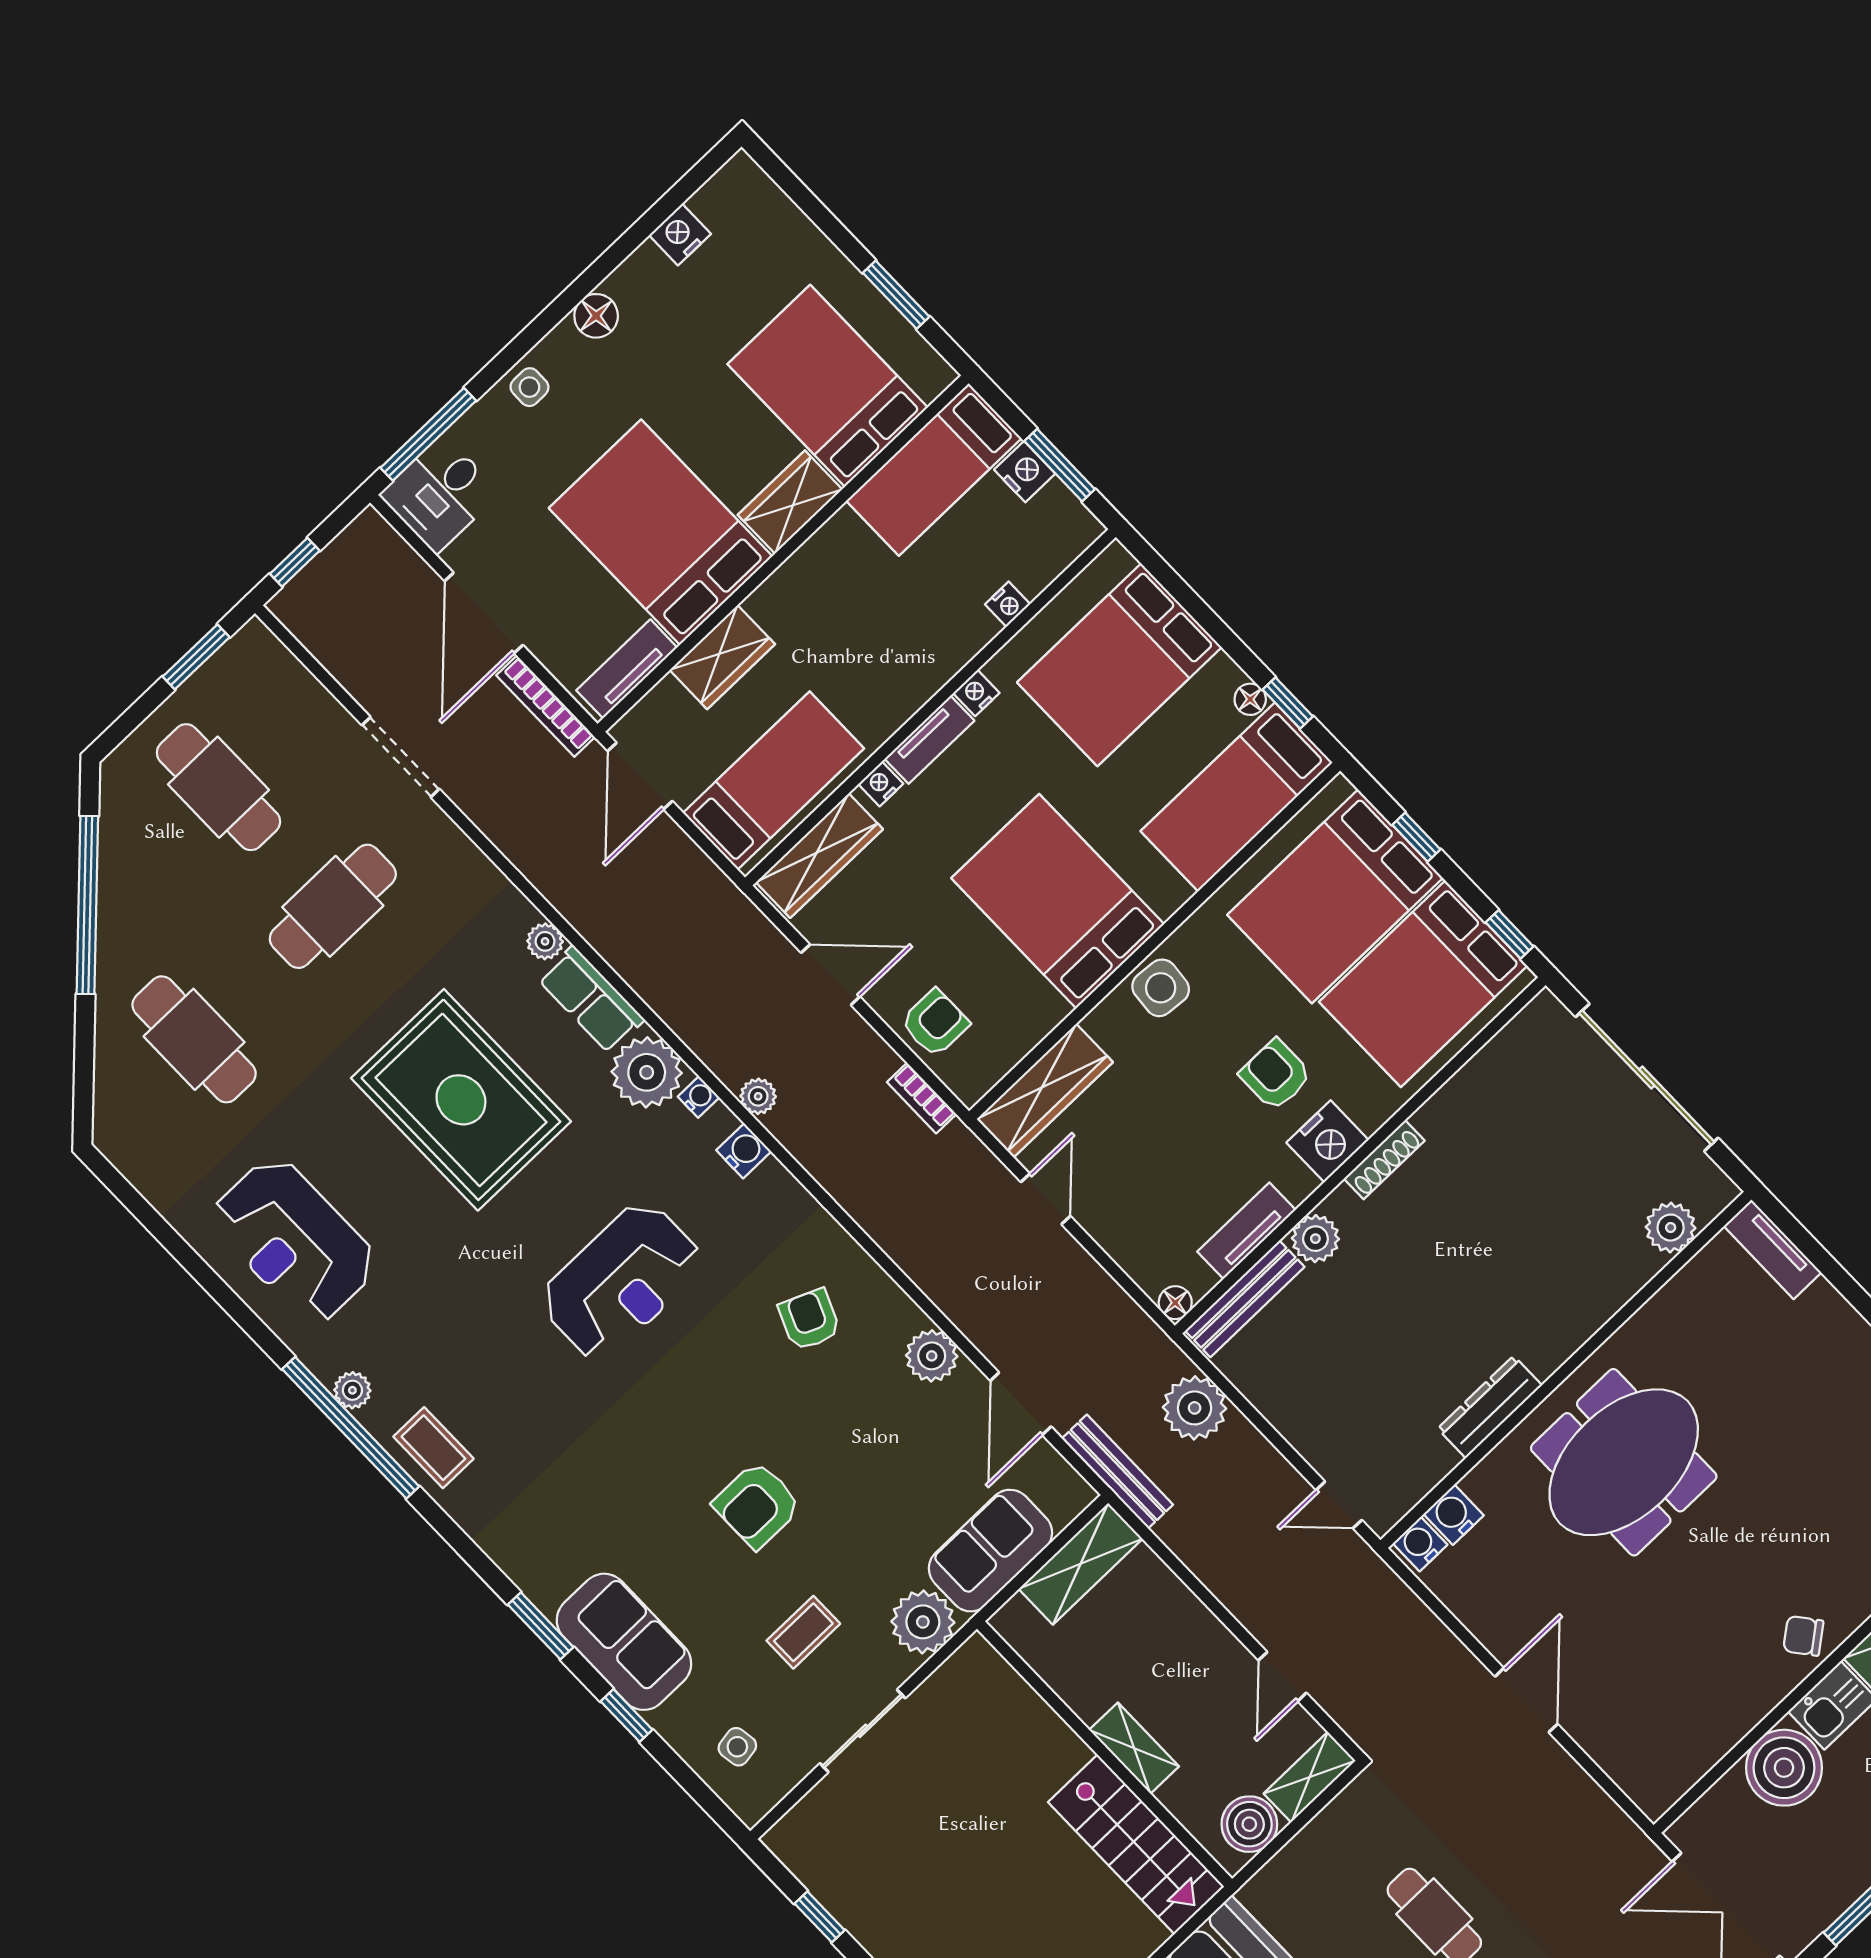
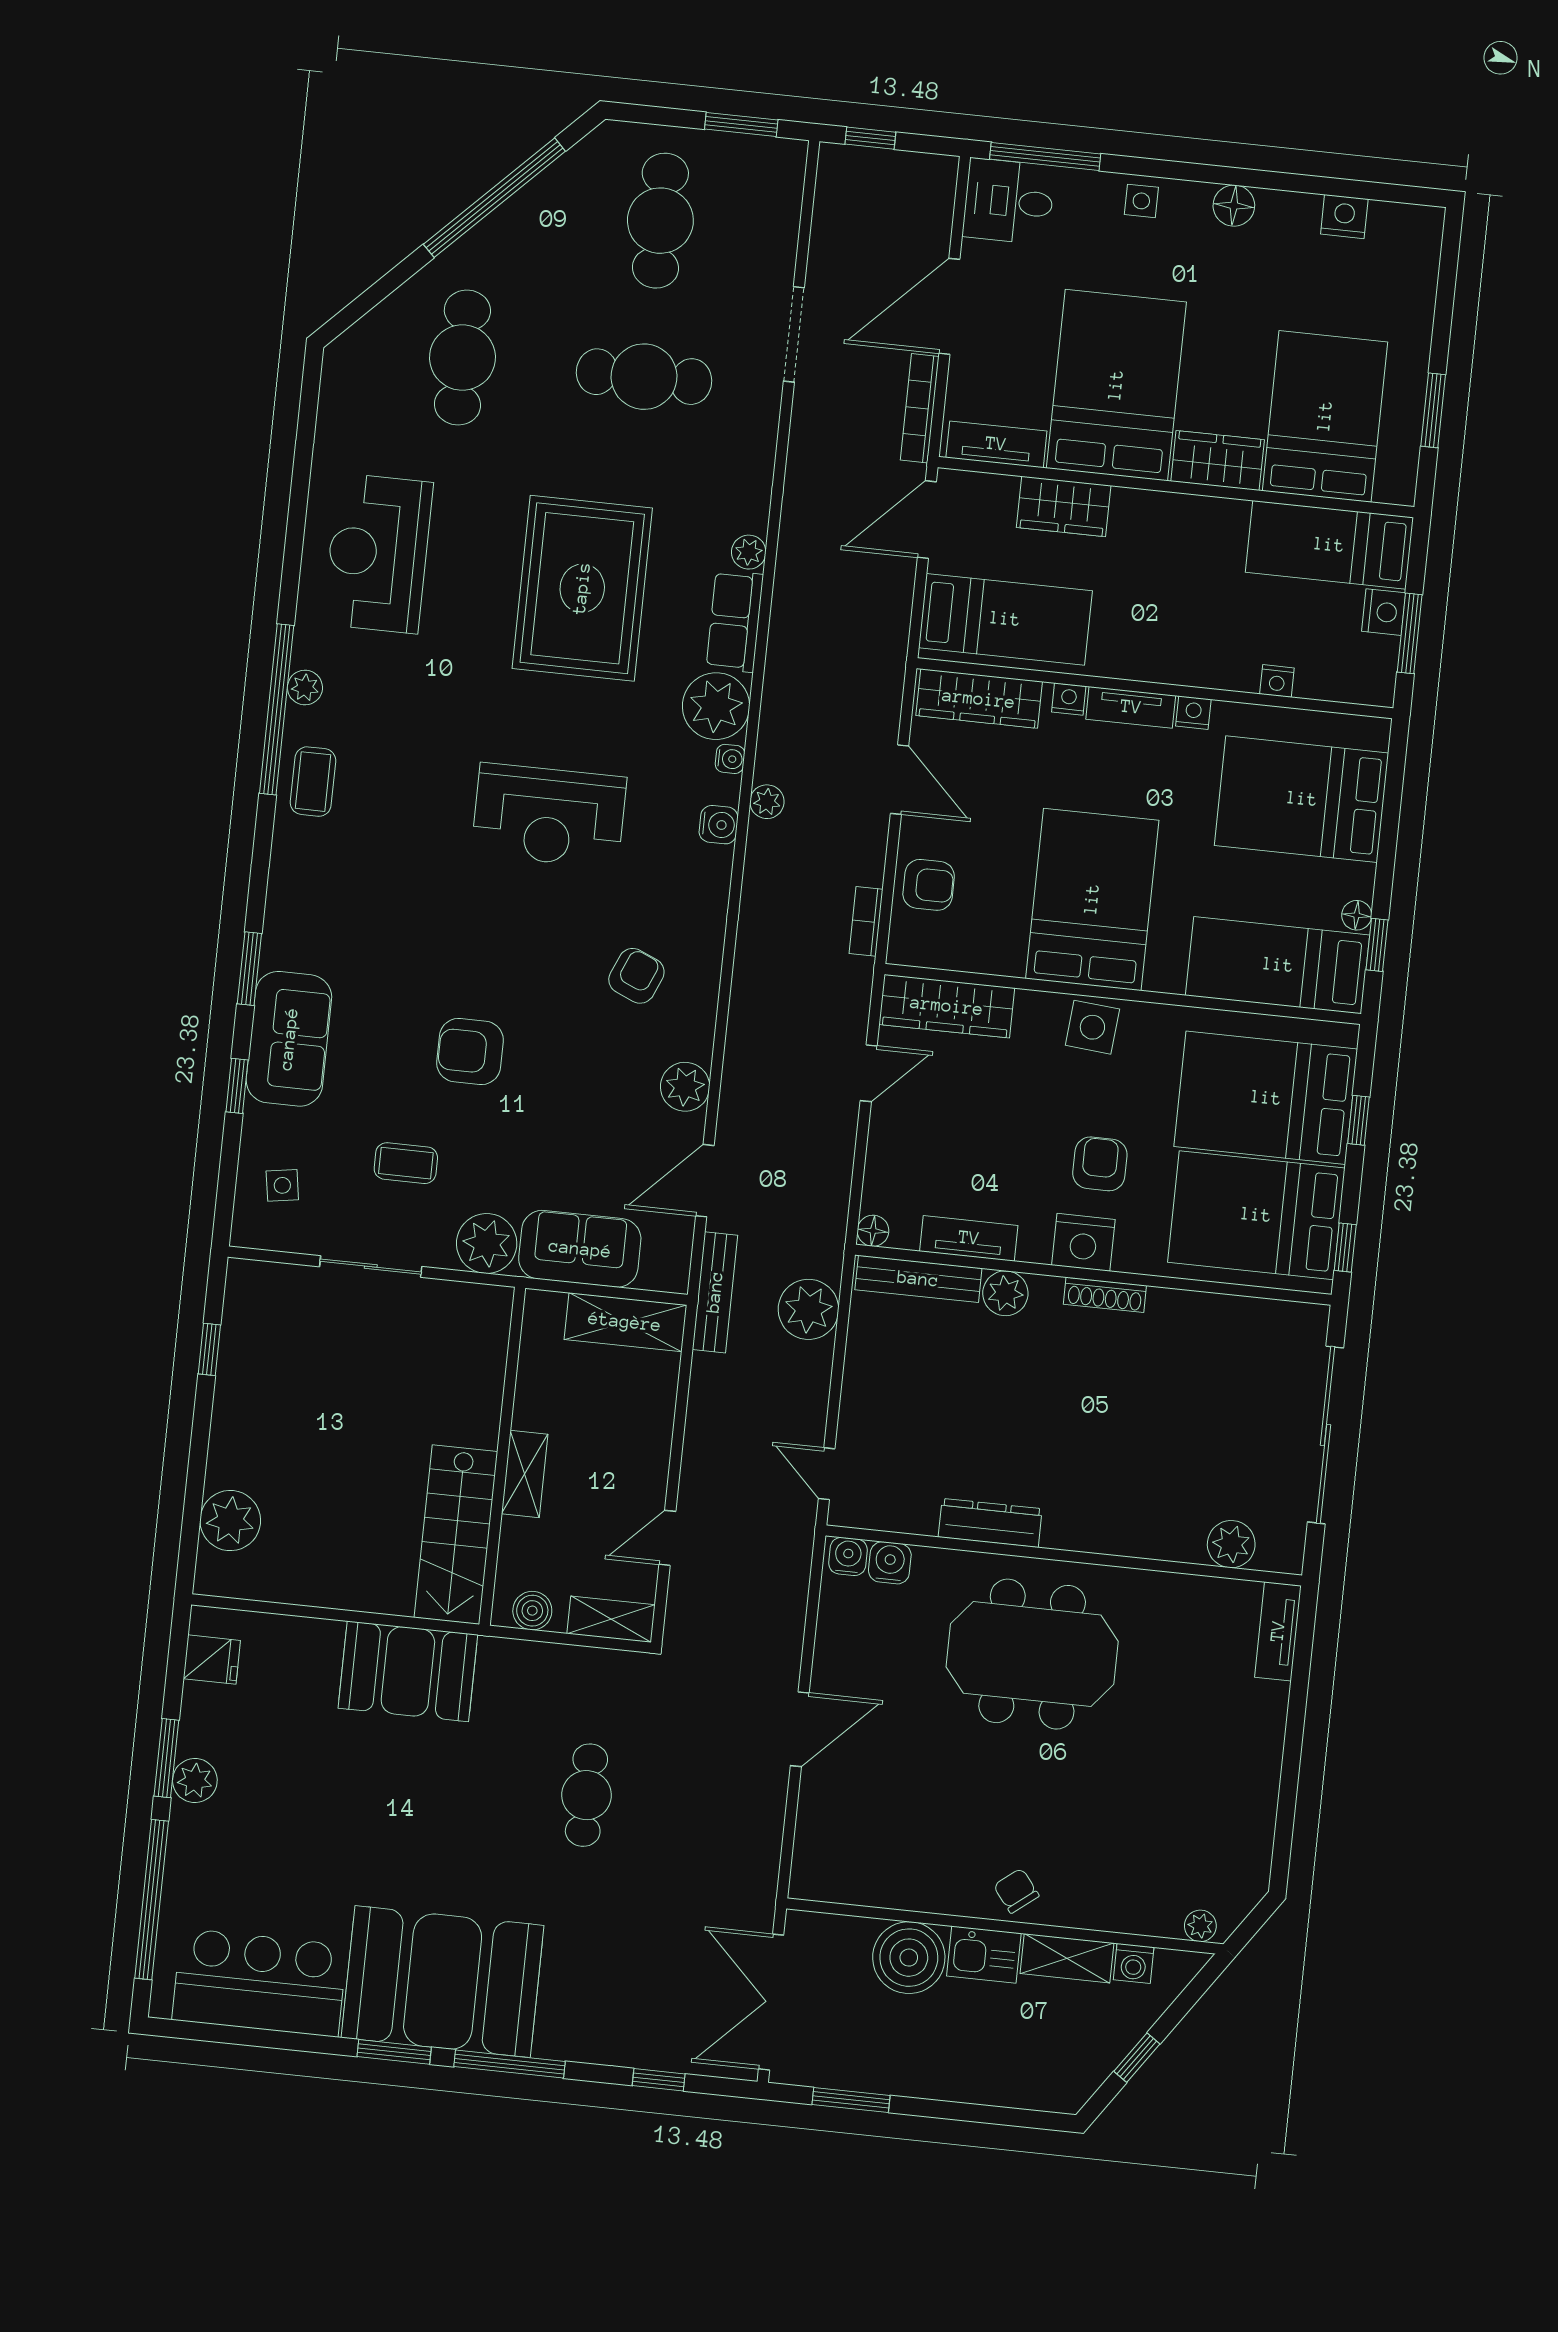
boiler: (1249, 1824) -> (532, 1611), width x0.73, depth x0.73

